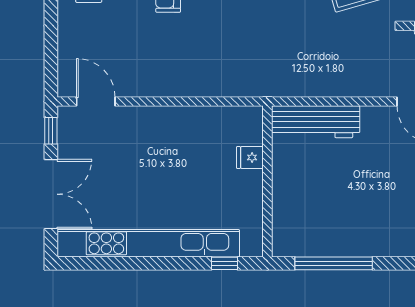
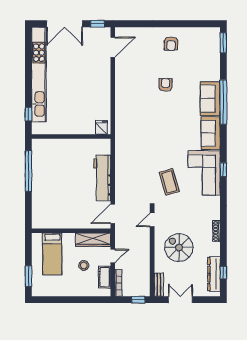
workbench: (316, 122) -> (102, 178), moved
fridge: (250, 157) -> (102, 127), moved

